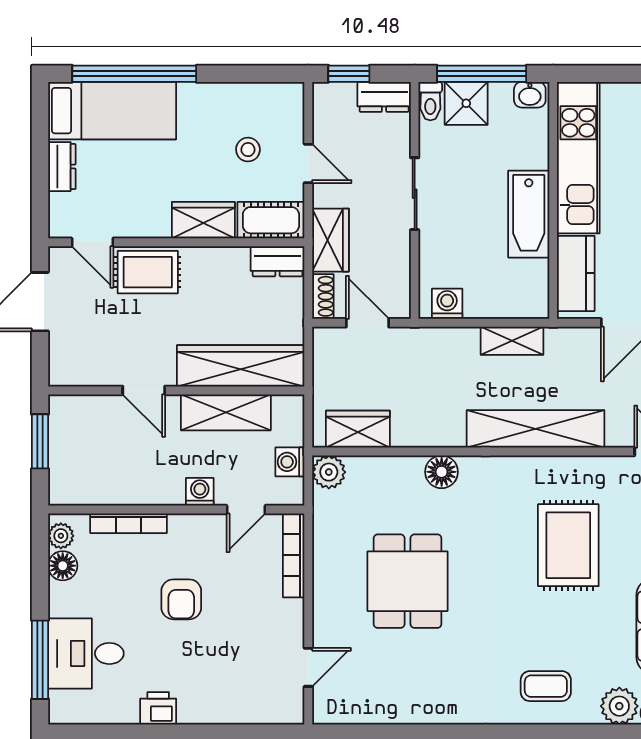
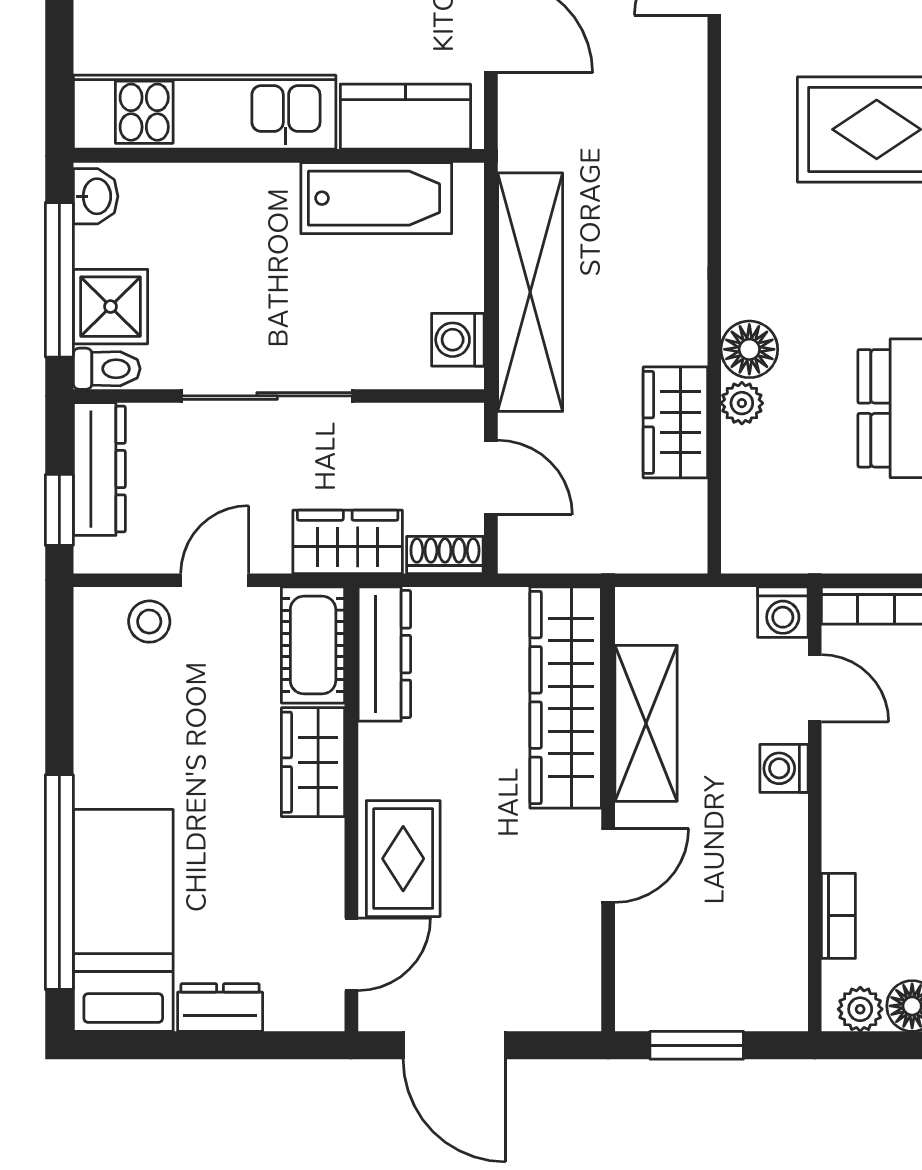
dresser: (384, 97) -> (99, 469), width x1.44
stool: (248, 150) -> (149, 622), moved
sliding door: (415, 194) -> (267, 396), width x1.37
bathtub: (529, 214) -> (376, 198), moved
dresser: (278, 261) -> (384, 654), width x1.44
door: (368, 323) -> (491, 478), swing flipped
shelving: (512, 341) -> (530, 292), width x2.20, depth x1.33
wardrobe: (358, 429) -> (675, 422), moved
shelving: (536, 429) -> (675, 186), removed
washing machine: (290, 462) -> (783, 612), moved
plant: (329, 472) -> (742, 403), moved, width x0.73, depth x0.73
bookcase: (129, 523) -> (838, 916), width x0.64

